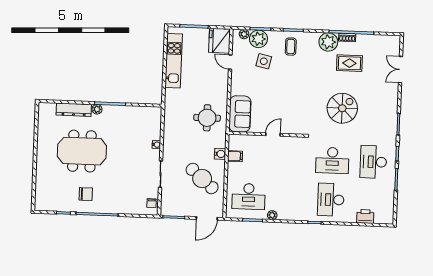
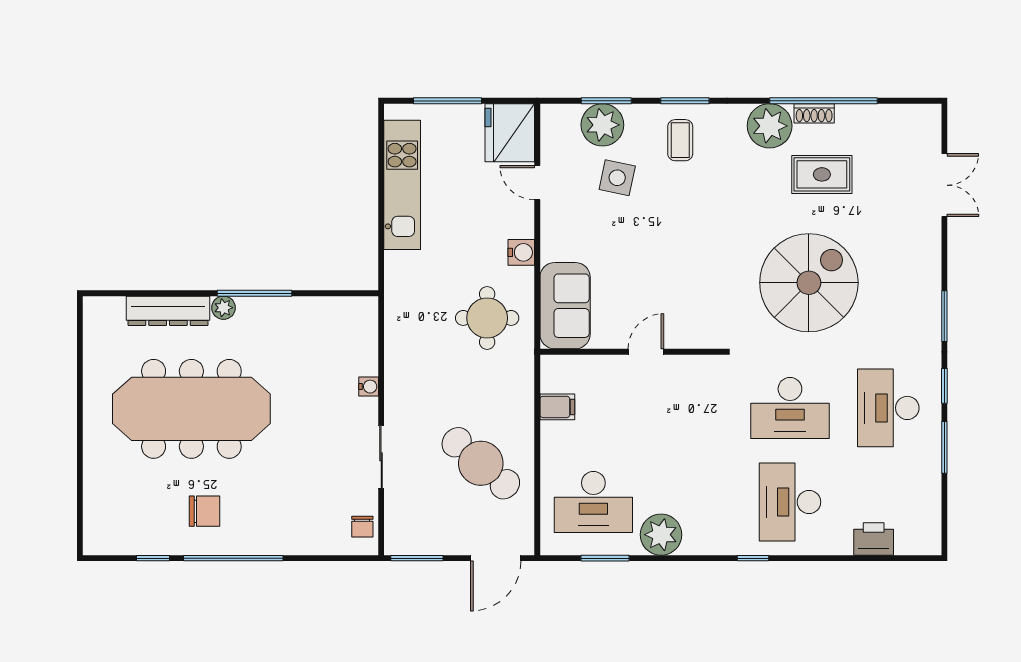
plant: (244, 34) -> (568, 115), removed
double door: (401, 70) -> (944, 185), swing flipped
spiral stairs: (342, 108) -> (809, 283), width x1.37, depth x1.37
meeting table: (82, 151) -> (191, 409), width x1.36
water cooler: (220, 154) -> (521, 252), moved
plant: (272, 215) -> (661, 535), width x1.88, depth x1.88

